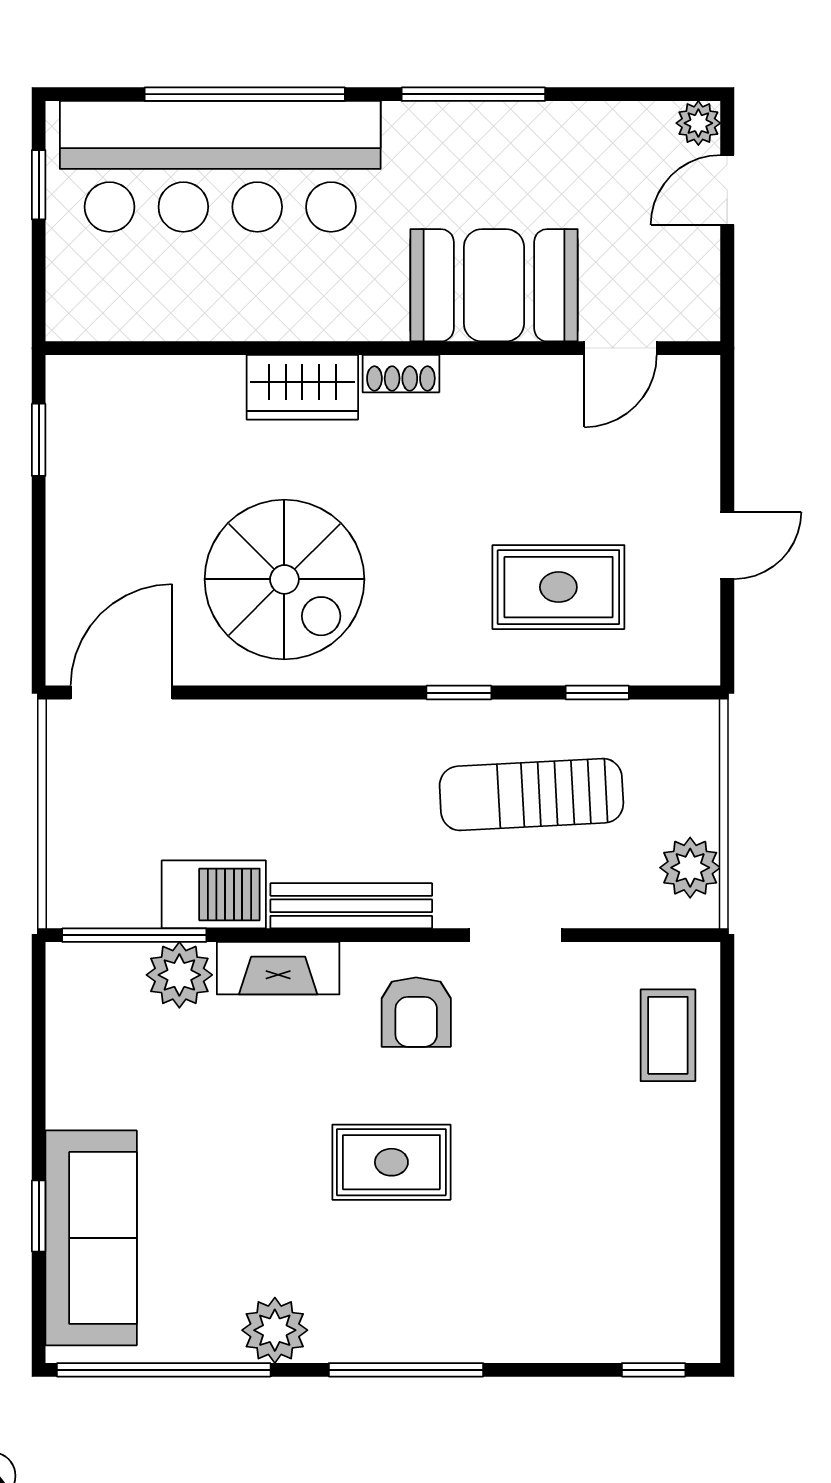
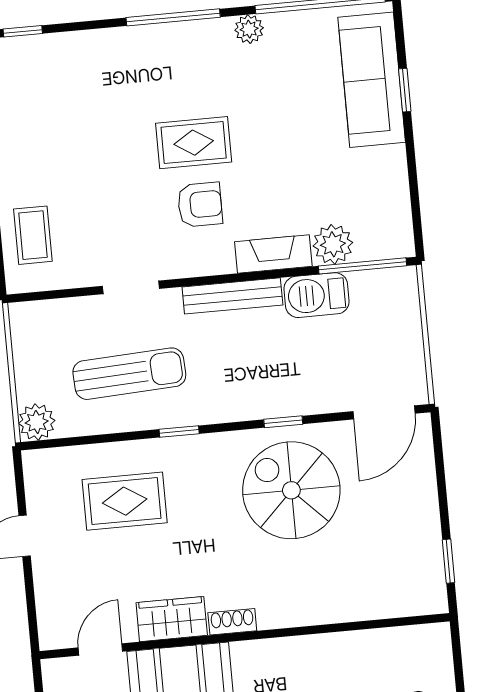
wardrobe: (302, 387) -> (172, 619), moved
window: (597, 693) -> (283, 422), moved
plant: (690, 868) -> (37, 422), moved
armchair: (416, 1012) -> (200, 205), moved, turned 90
plant: (275, 1330) -> (249, 29), width x0.73, depth x0.73

